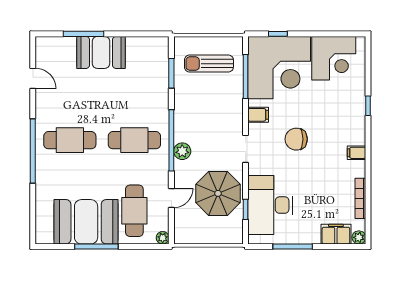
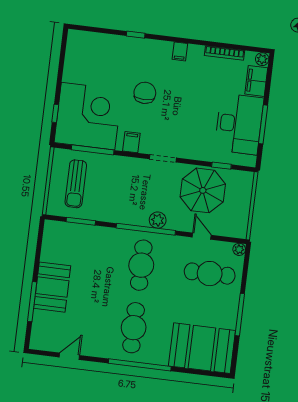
corner desk: (334, 58) -> (85, 62), removed
chair: (296, 139) -> (145, 93), moved, turned 180
desk: (270, 205) -> (239, 124), moved, turned -90
booth: (86, 222) -> (202, 348), moved, turned 90

